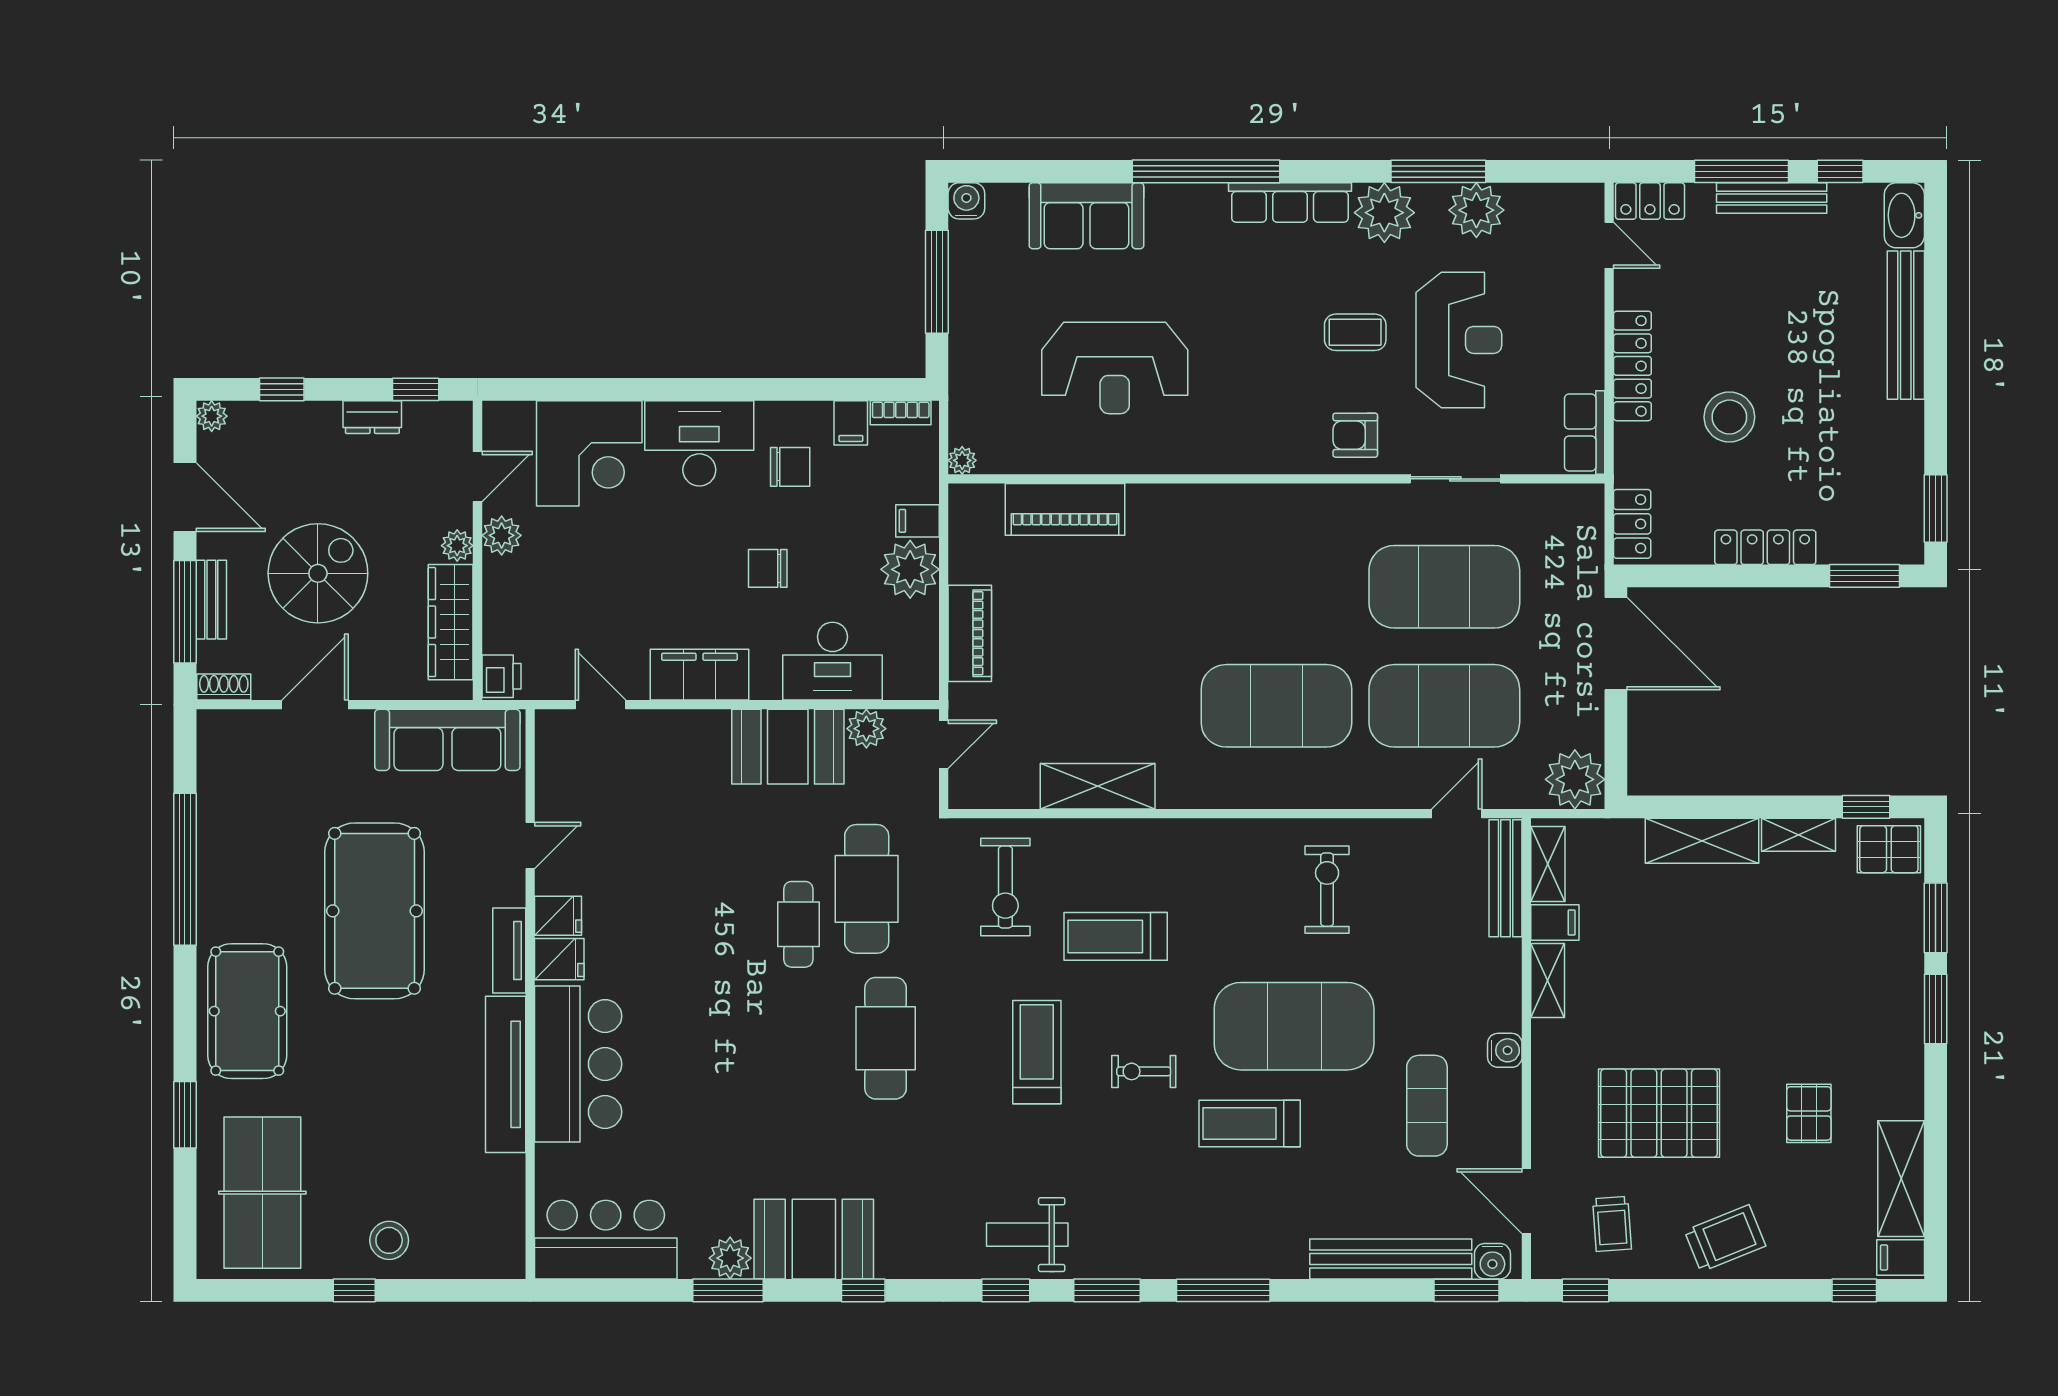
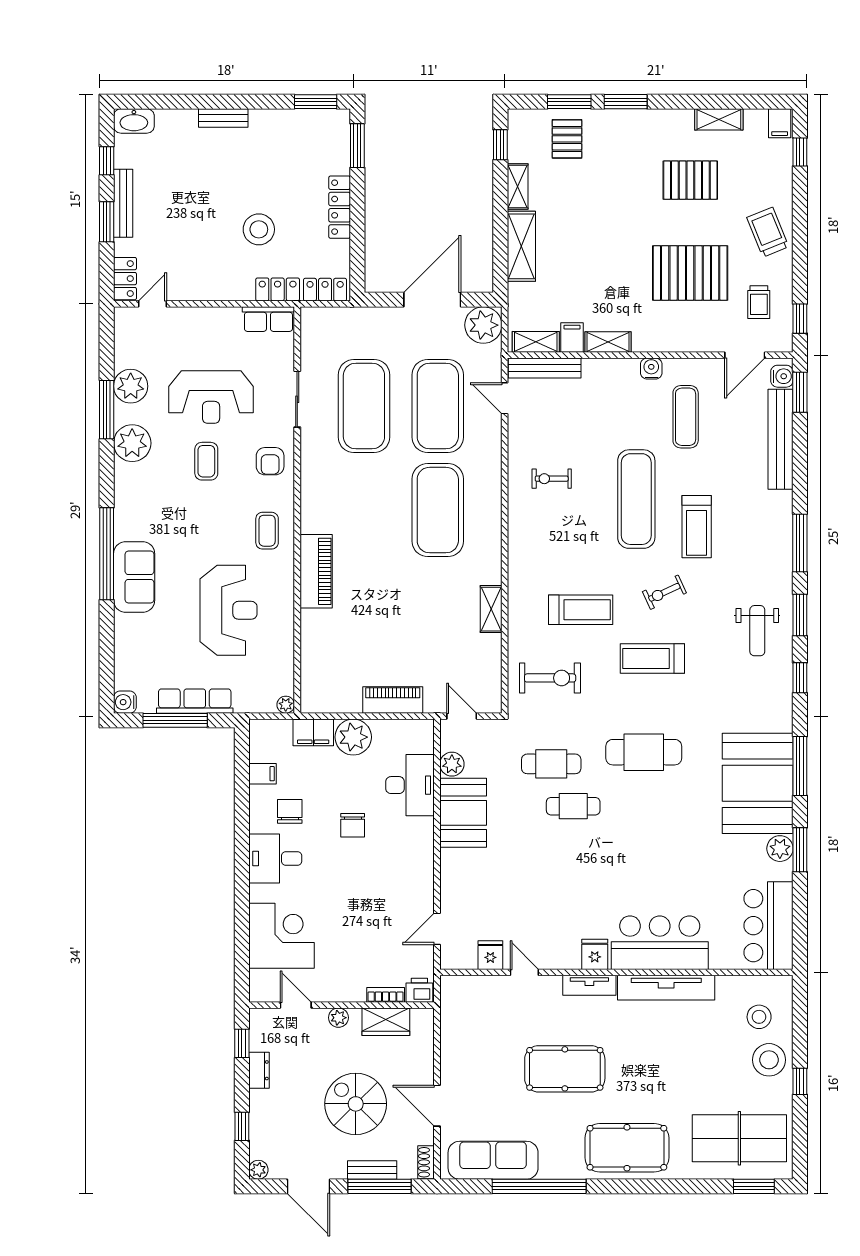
window: (1742, 171) -> (107, 222), width x0.69
row of seats: (1290, 203) -> (195, 701), moved, turned -90
sofa: (1086, 216) -> (134, 577), moved
bench: (1906, 325) -> (223, 118), width x0.54, depth x0.82
reception desk: (1459, 340) -> (211, 397), turned 180
locker: (1632, 366) -> (278, 289), moved, width x0.66
bookcase: (901, 413) -> (386, 995), moved, turned -90
coffee table: (1243, 430) -> (267, 531), added
desk: (699, 443) -> (275, 858), width x0.73
door: (185, 497) -> (308, 1186), swing flipped
piano: (1065, 509) -> (316, 571), moved
filing cabinet: (918, 521) -> (313, 732), width x2.00
plant: (502, 535) -> (332, 990), removed
wardrobe: (451, 622) -> (386, 1022), width x0.67
door: (1616, 644) -> (432, 300), moved
filing cabinet: (699, 675) -> (418, 868), removed
sofa: (447, 740) -> (493, 1160), moved, turned -90
shelving: (1098, 786) -> (491, 609), width x0.67, depth x0.75
pallet: (1889, 849) -> (567, 139), moved
cafe table: (867, 889) -> (551, 764), width x0.73, depth x0.74
exercise bike: (1327, 890) -> (552, 479), width x0.73, depth x0.72
pool table: (375, 911) -> (565, 1069), width x0.73, depth x0.76
fridge: (558, 916) -> (490, 955), moved
treadmill: (1116, 936) -> (581, 610), turned -90
exercise mat: (1294, 1026) -> (636, 499), width x0.68
exercise bike: (1144, 1071) -> (664, 592), turned 65
exercise mat: (1427, 1106) -> (686, 417), turned 90
pallet: (1659, 1113) -> (690, 273), turned 90
pallet: (1809, 1113) -> (690, 180), width x1.50, depth x1.42
window: (185, 1115) -> (754, 1186), moved
shelving: (1901, 1179) -> (719, 119), width x0.67, depth x0.75
stool: (458, 1224) -> (759, 1017), added
trolley: (1612, 1224) -> (759, 302), turned 94
weight bench: (1027, 1235) -> (757, 631), moved
booth: (814, 1239) -> (758, 783), width x1.36, depth x1.42
stool: (389, 1240) -> (769, 1060), width x1.38, depth x1.38
window: (863, 1290) -> (800, 766), width x2.17

